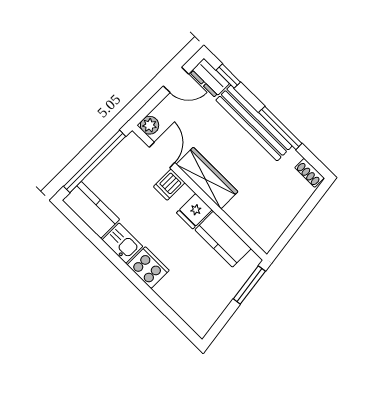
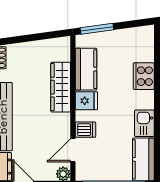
wardrobe: (207, 178) -> (61, 87), moved
cooker: (148, 268) -> (144, 76), moved

